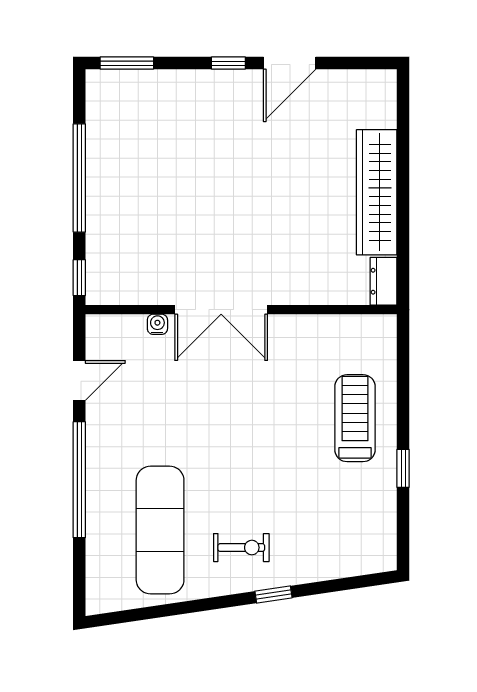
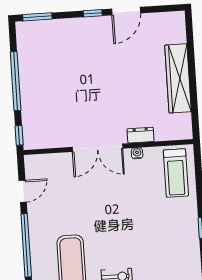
dresser: (384, 281) -> (141, 135), moved, turned 90
water cooler: (157, 324) -> (137, 153), moved
treadmill: (355, 418) -> (176, 173), moved, turned 180

